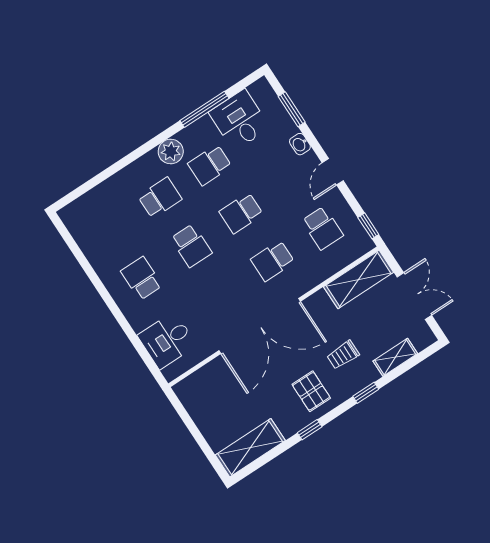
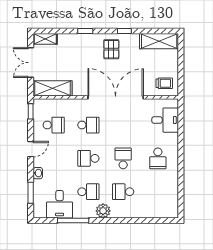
school desk: (241, 213) -> (88, 158), turned 180
school desk: (322, 228) -> (54, 125), turned 90
trolley: (343, 355) -> (164, 83), moved
shelving: (395, 357) -> (45, 39), moved

